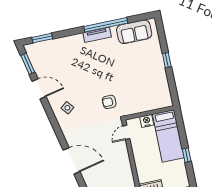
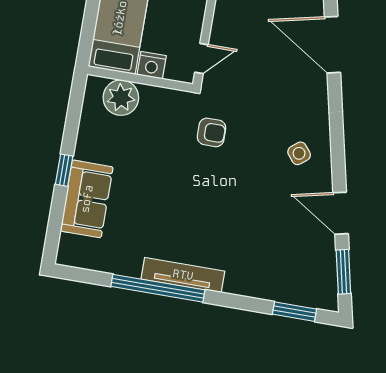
sofa: (134, 32) -> (87, 199), moved, turned 90
tv unit: (97, 35) -> (183, 275), width x1.41
plant: (155, 101) -> (121, 98), added

